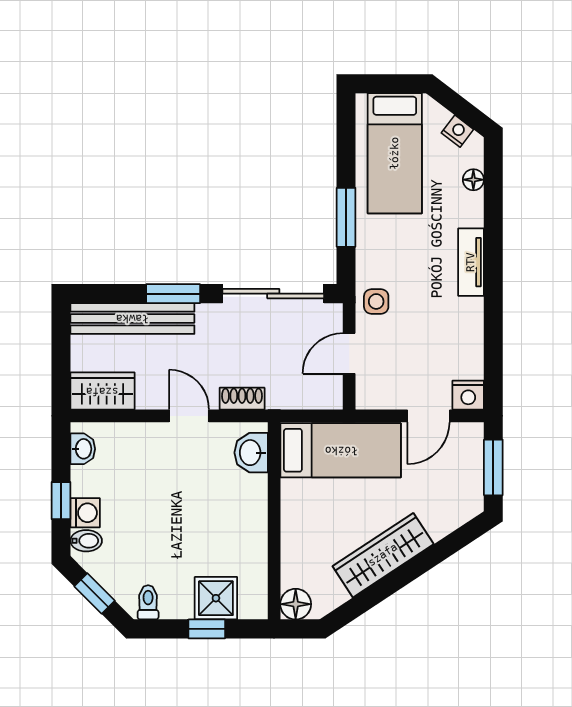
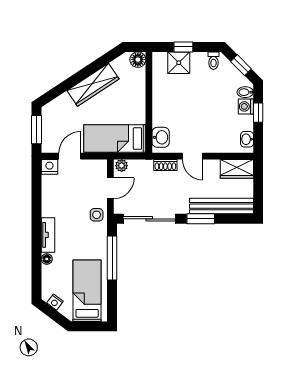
floor lamp: (473, 180) -> (47, 259), moved
window: (346, 217) -> (112, 258), width x1.44
plant: (328, 398) -> (122, 166), added

